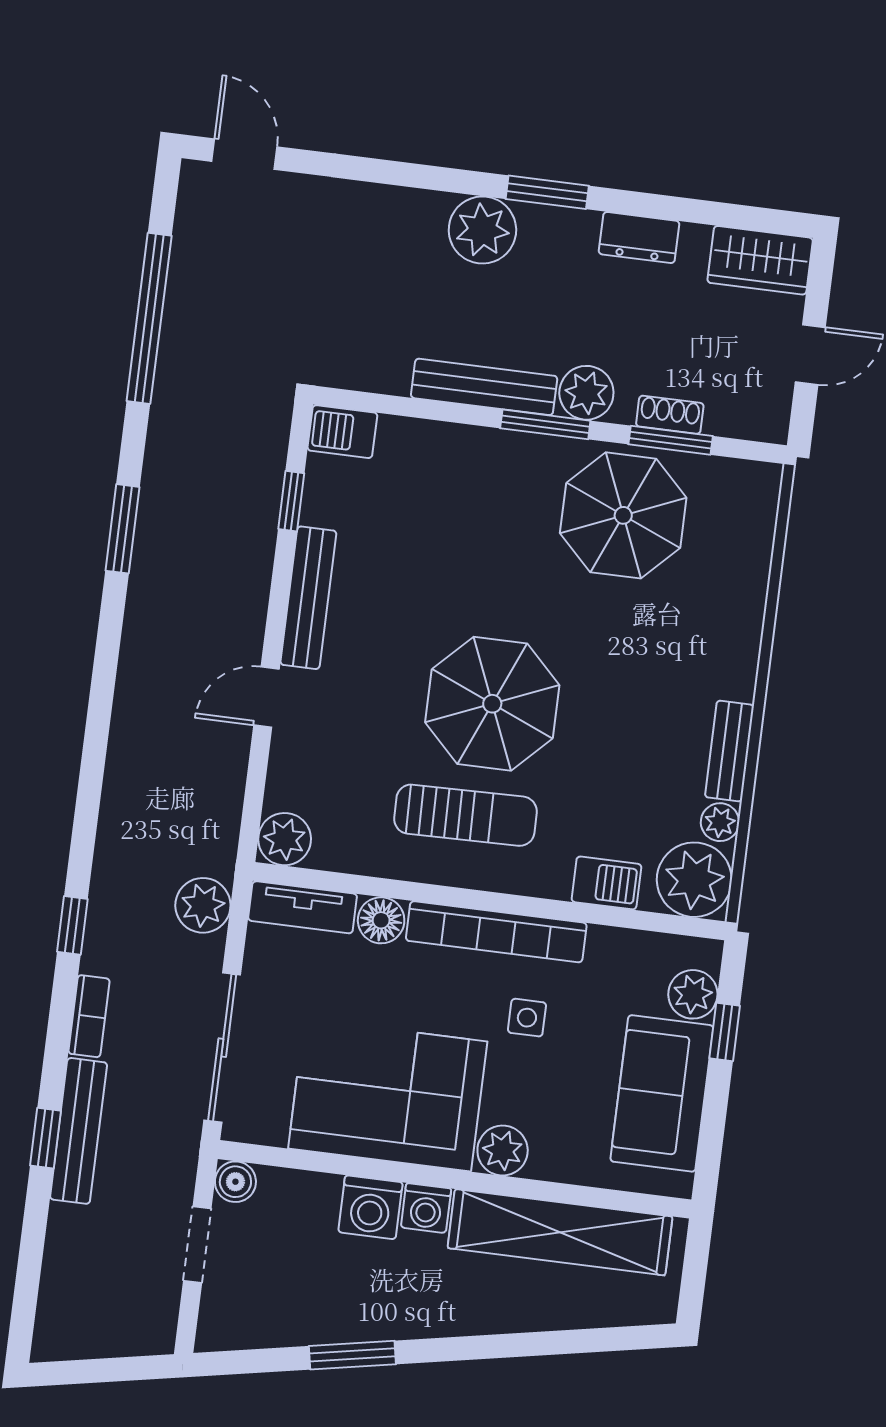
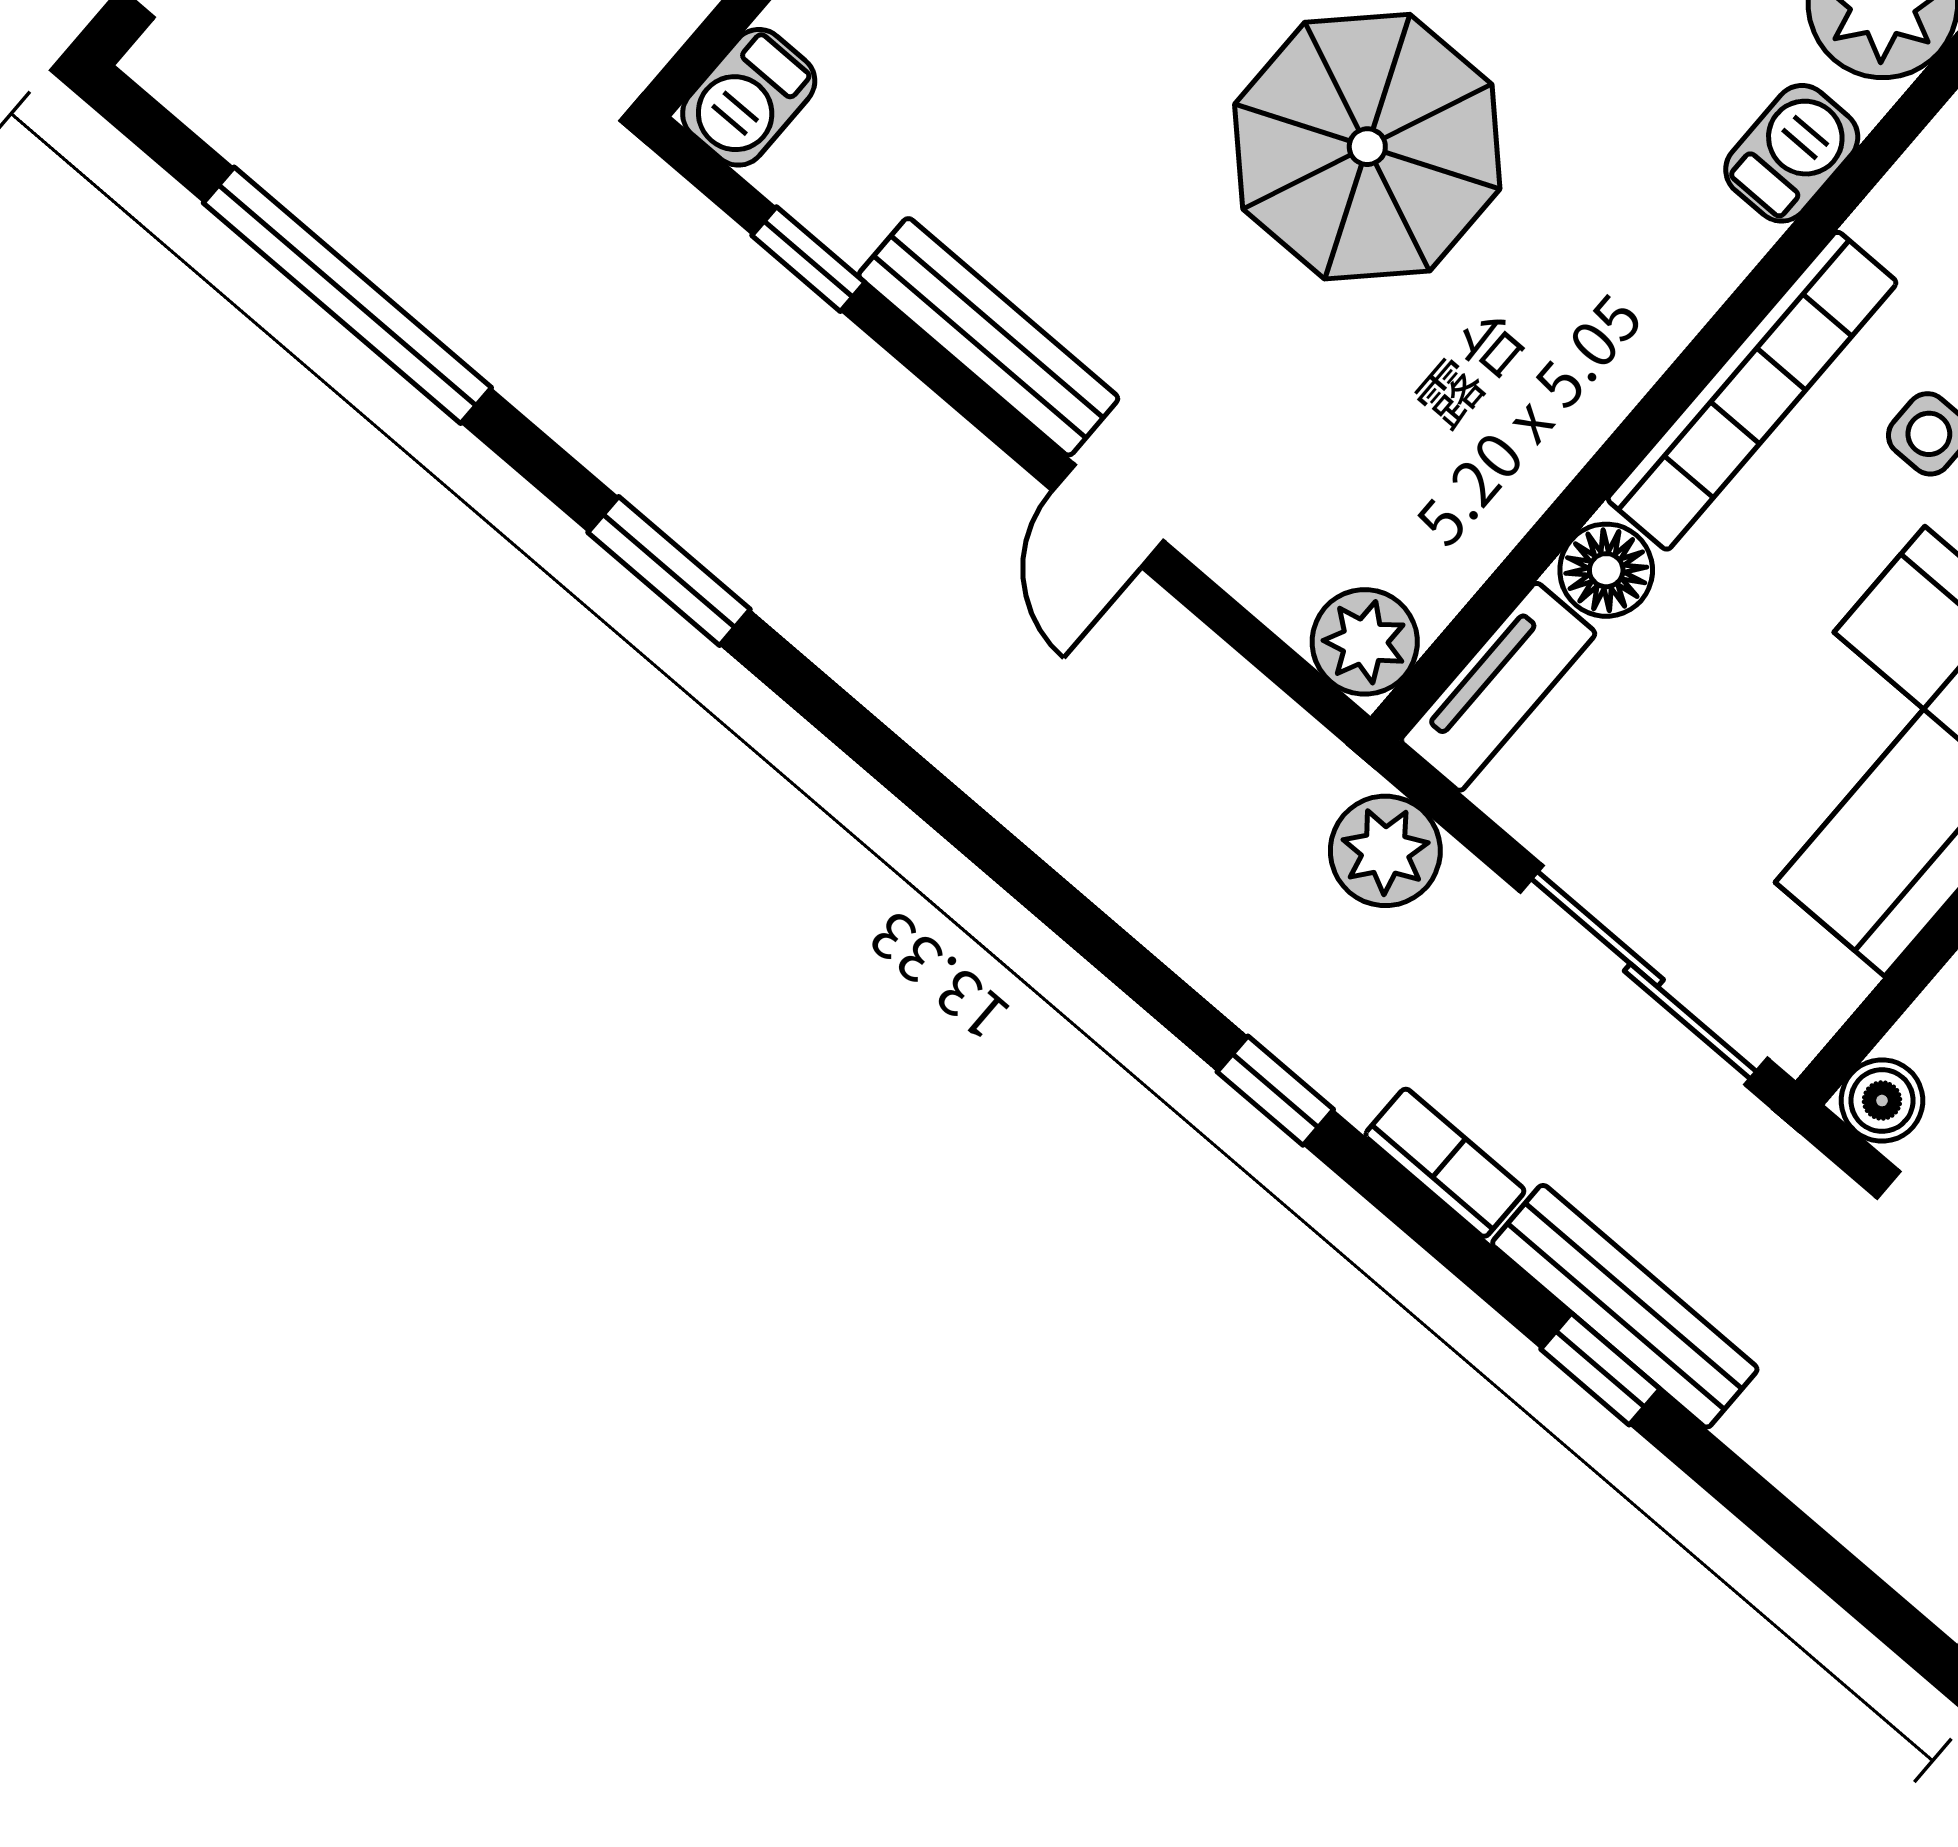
sun lounger: (465, 815) -> (1524, 314), removed

